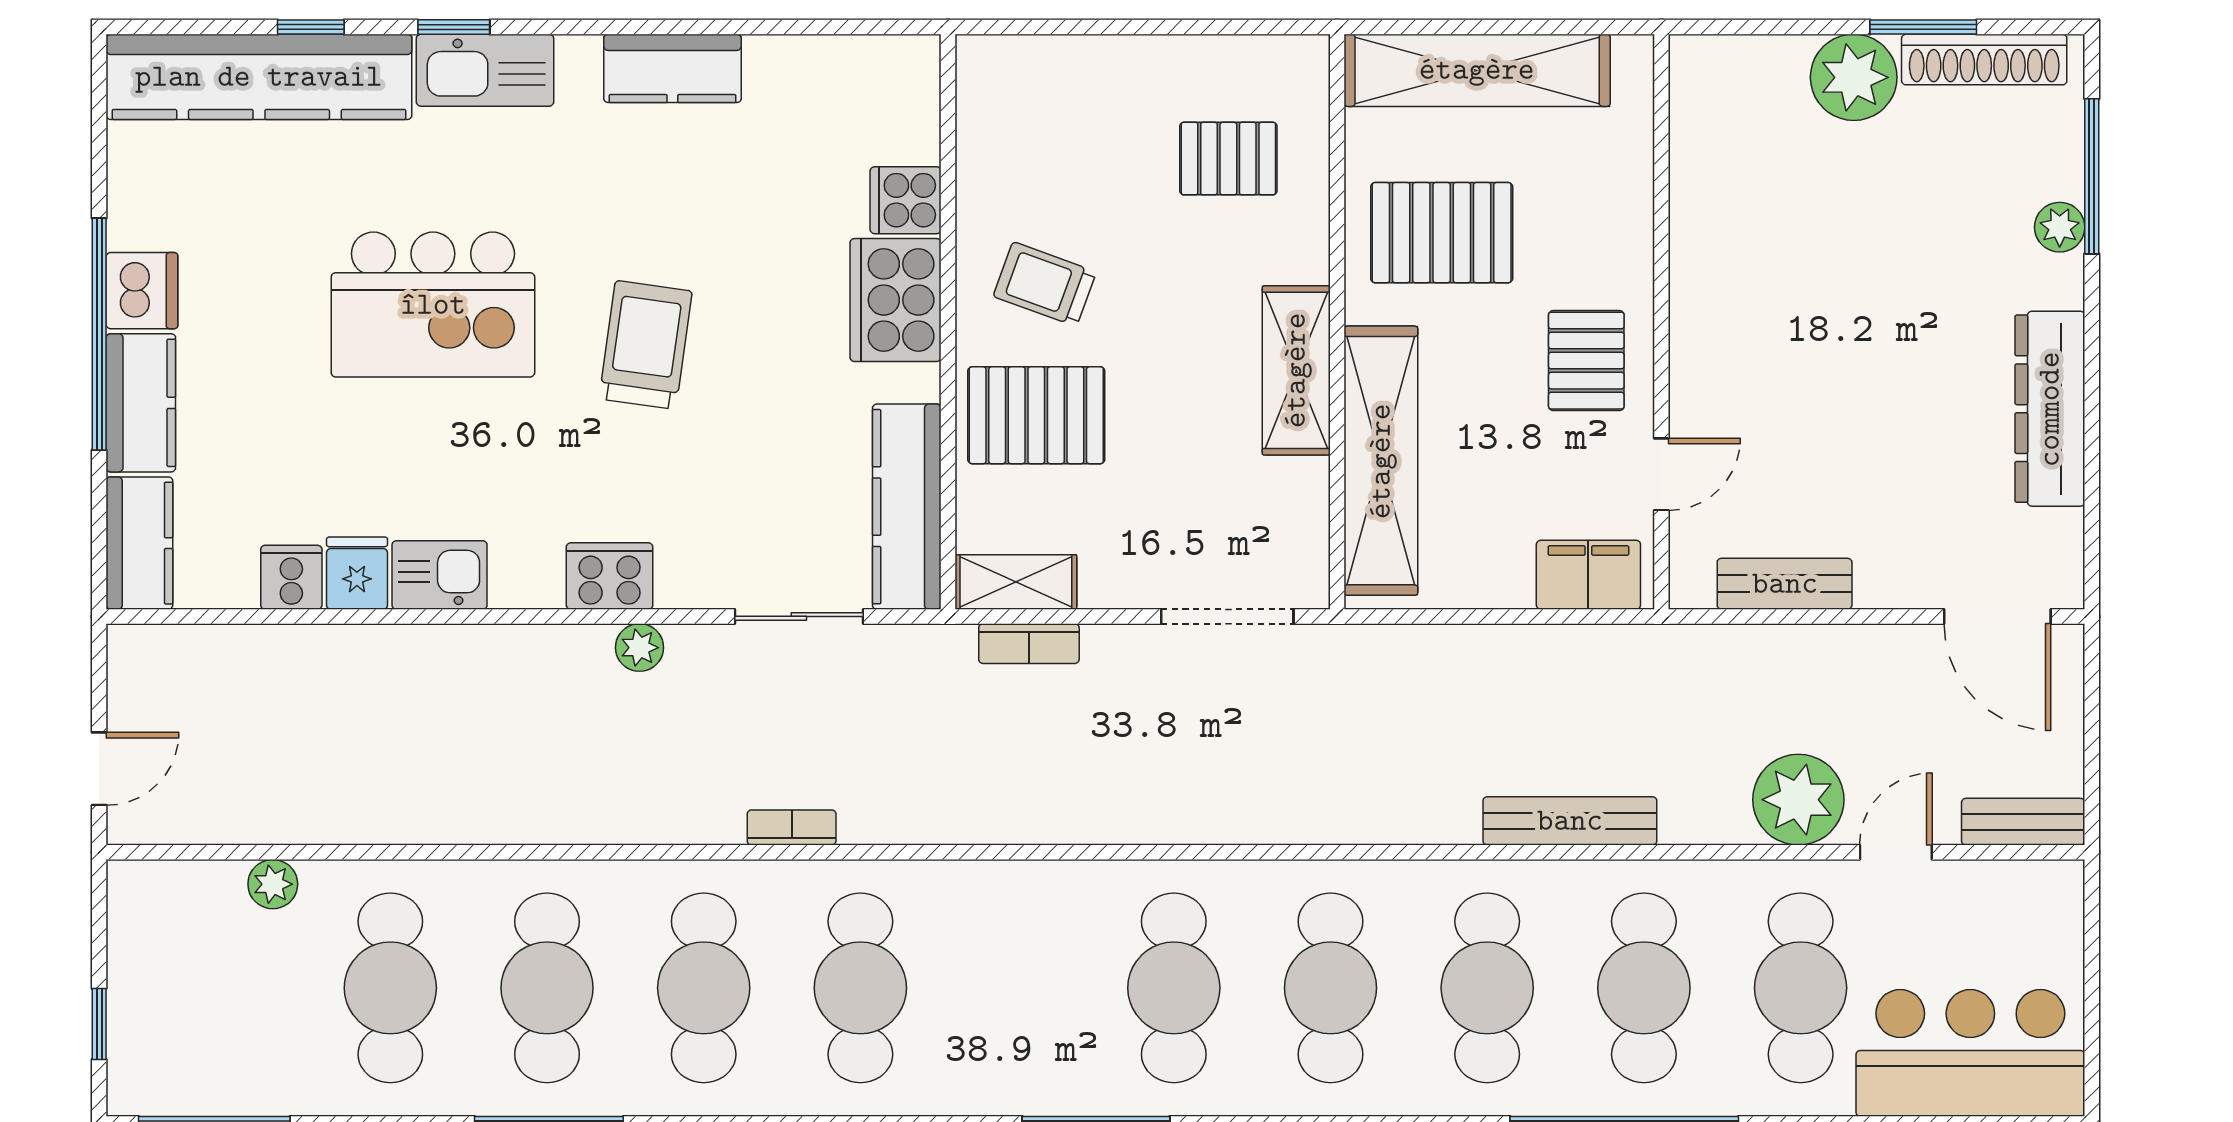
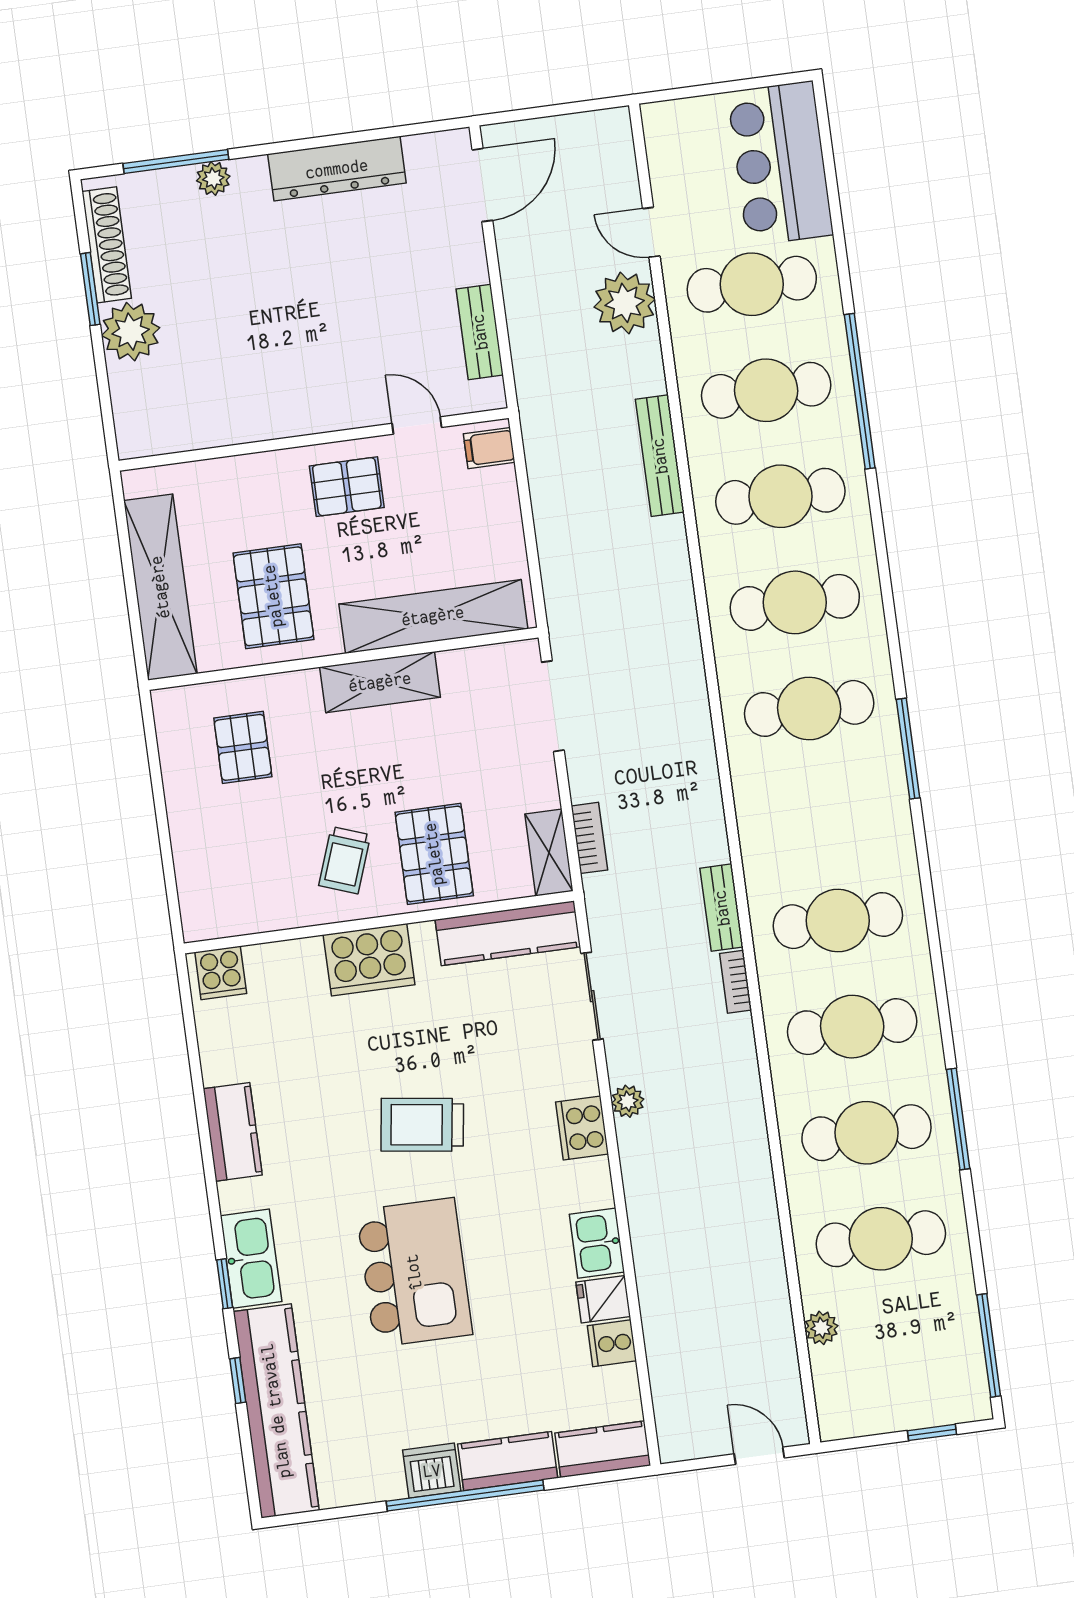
cooker: (906, 200) -> (221, 973), moved
filing cabinet: (1588, 575) -> (489, 448), width x0.50
bench: (2023, 822) -> (722, 908), moved

